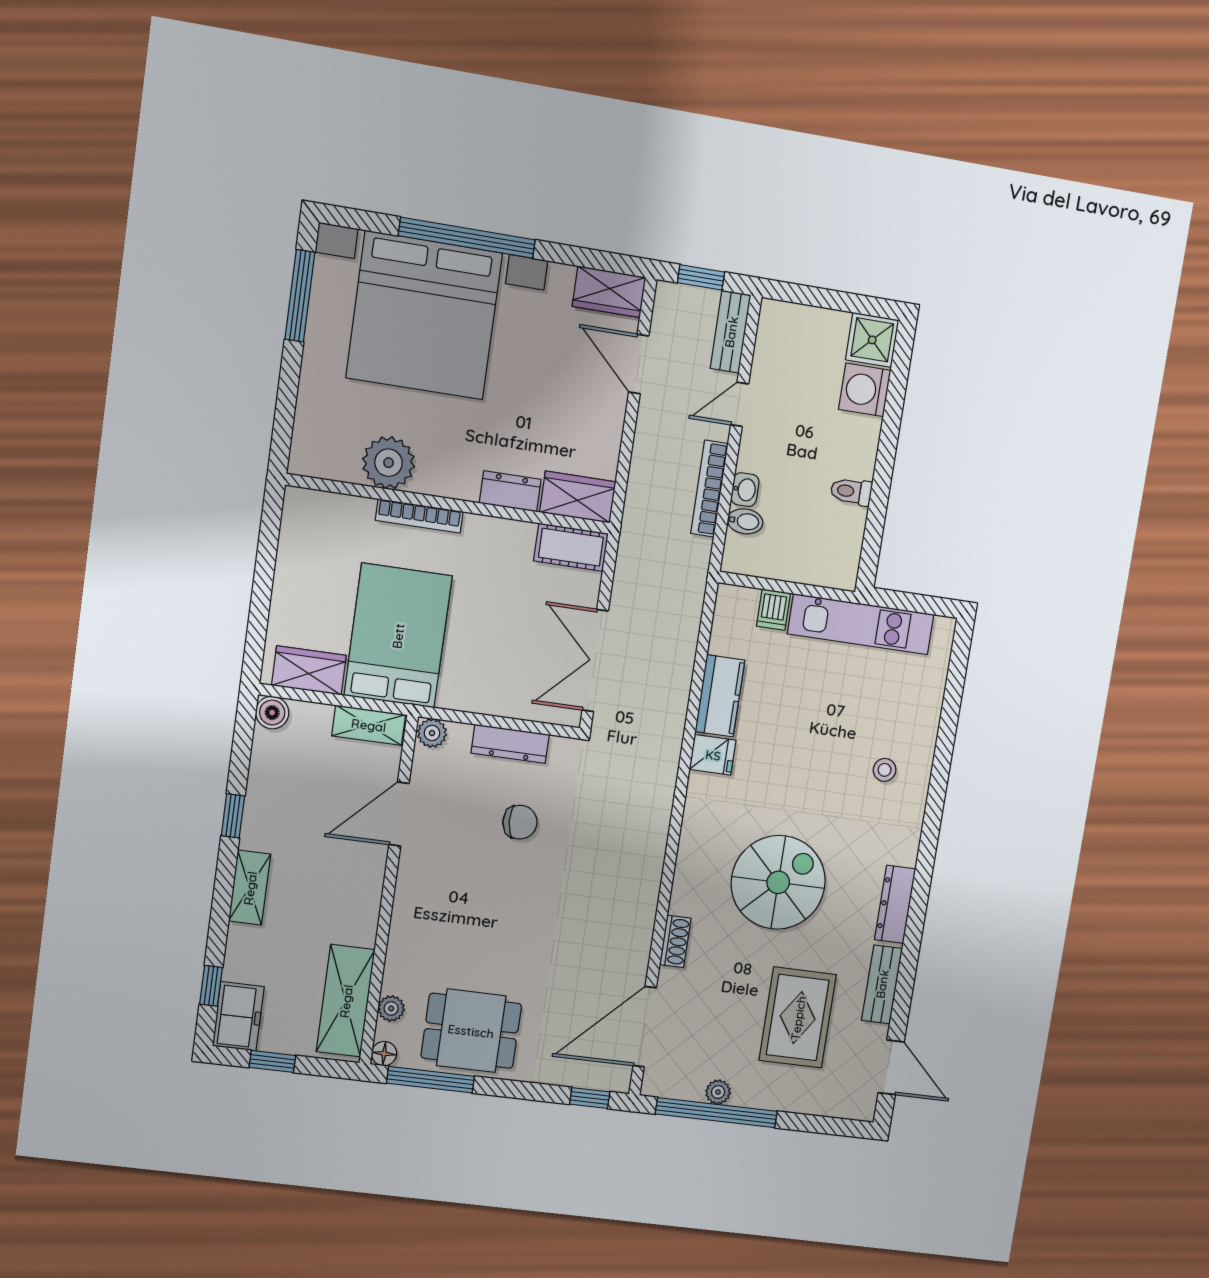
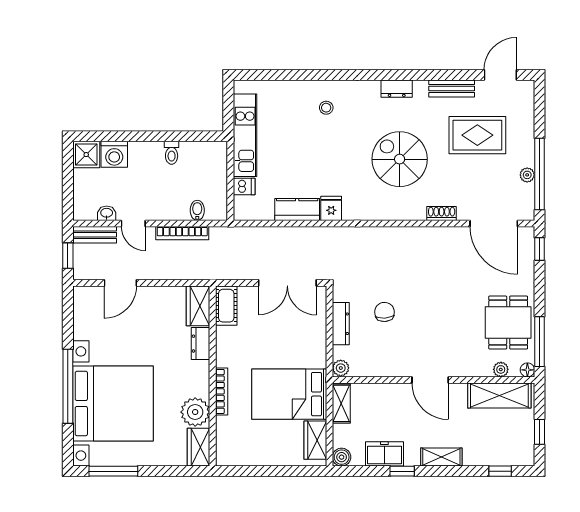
wardrobe: (609, 292) -> (199, 447), moved, turned 180
washbasin: (745, 490) -> (107, 213), moved
door: (399, 814) -> (430, 380), moved
dresser: (895, 904) -> (397, 89), width x0.70
freezer: (238, 1016) -> (384, 454), moved

